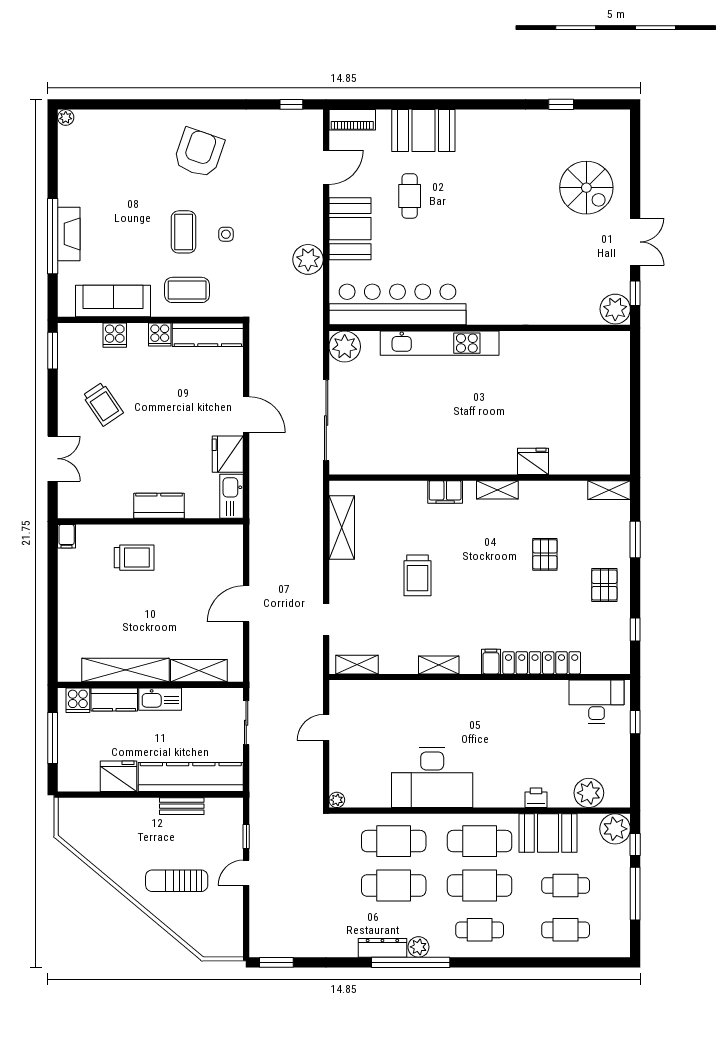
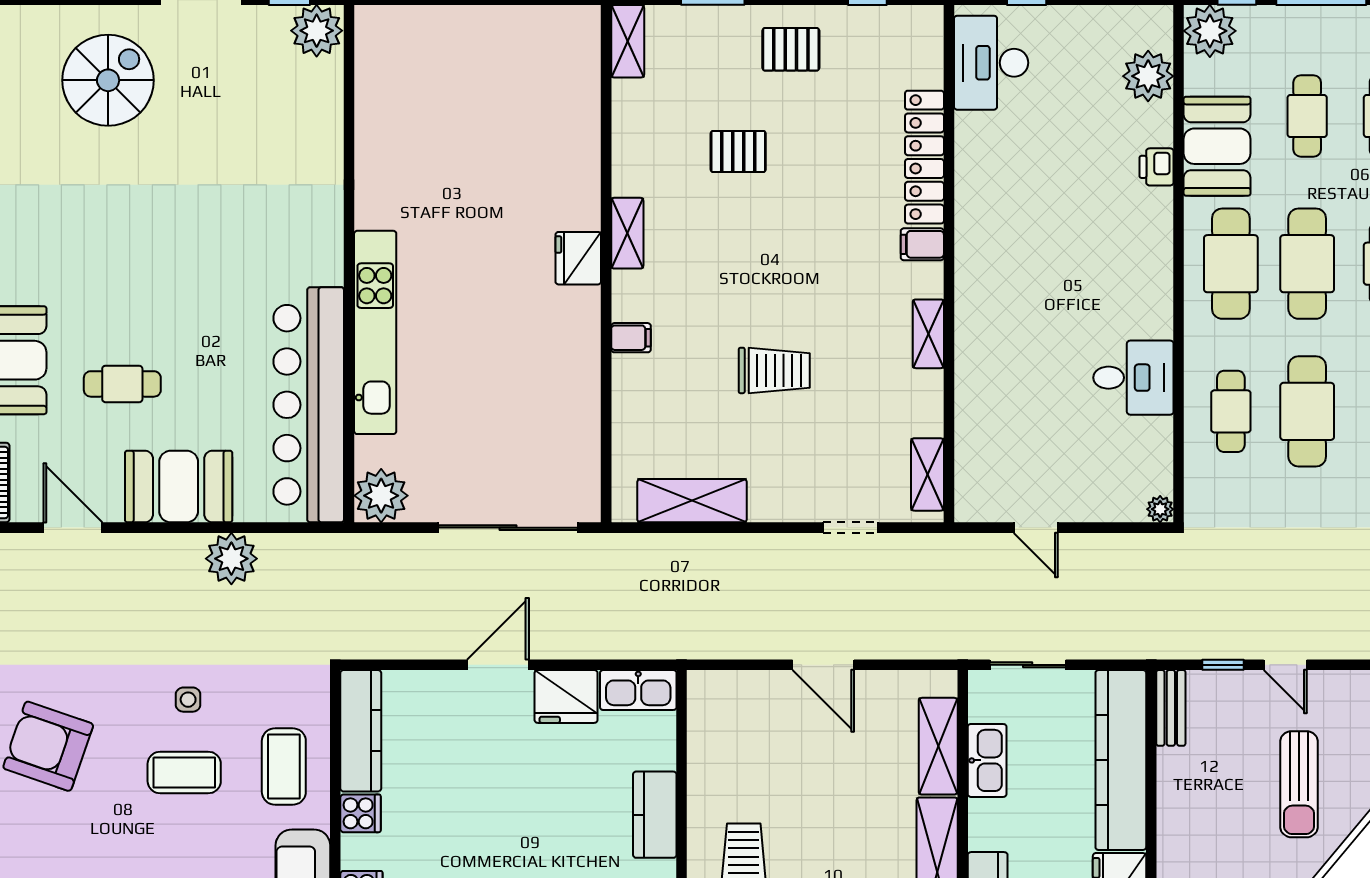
fridge: (533, 461) -> (578, 258), moved
filing cabinet: (445, 492) -> (631, 338), width x0.50
kitchen sink: (160, 699) -> (987, 760), moved
desk: (432, 777) -> (1133, 378), width x0.53, depth x0.77
bench: (182, 806) -> (1171, 708), moved
cafe table: (394, 841) -> (1231, 411), width x0.73, depth x0.74

